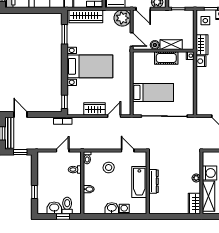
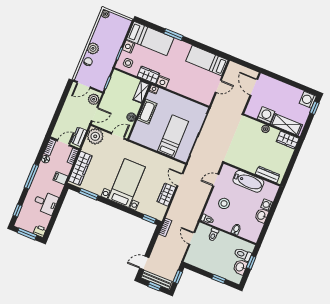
shelving: (171, 45) -> (141, 92), moved
dresser: (153, 181) -> (268, 174), moved

